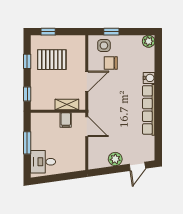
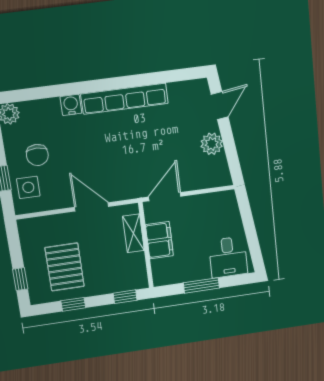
chair: (111, 63) -> (37, 155), moved
filing cabinet: (66, 120) -> (159, 240), width x2.00
door: (137, 166) -> (220, 106), hinge flipped

